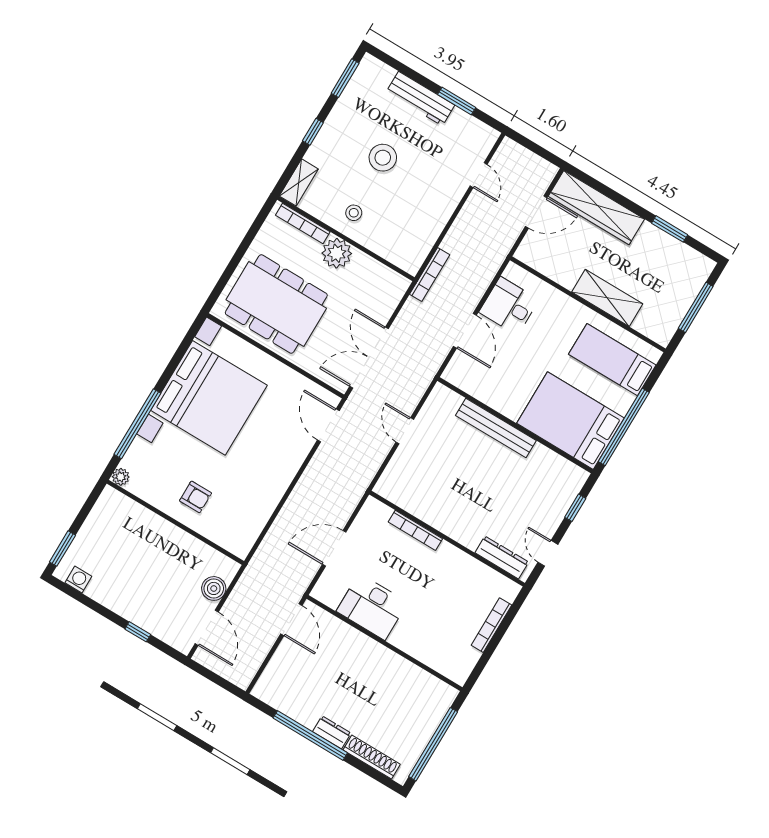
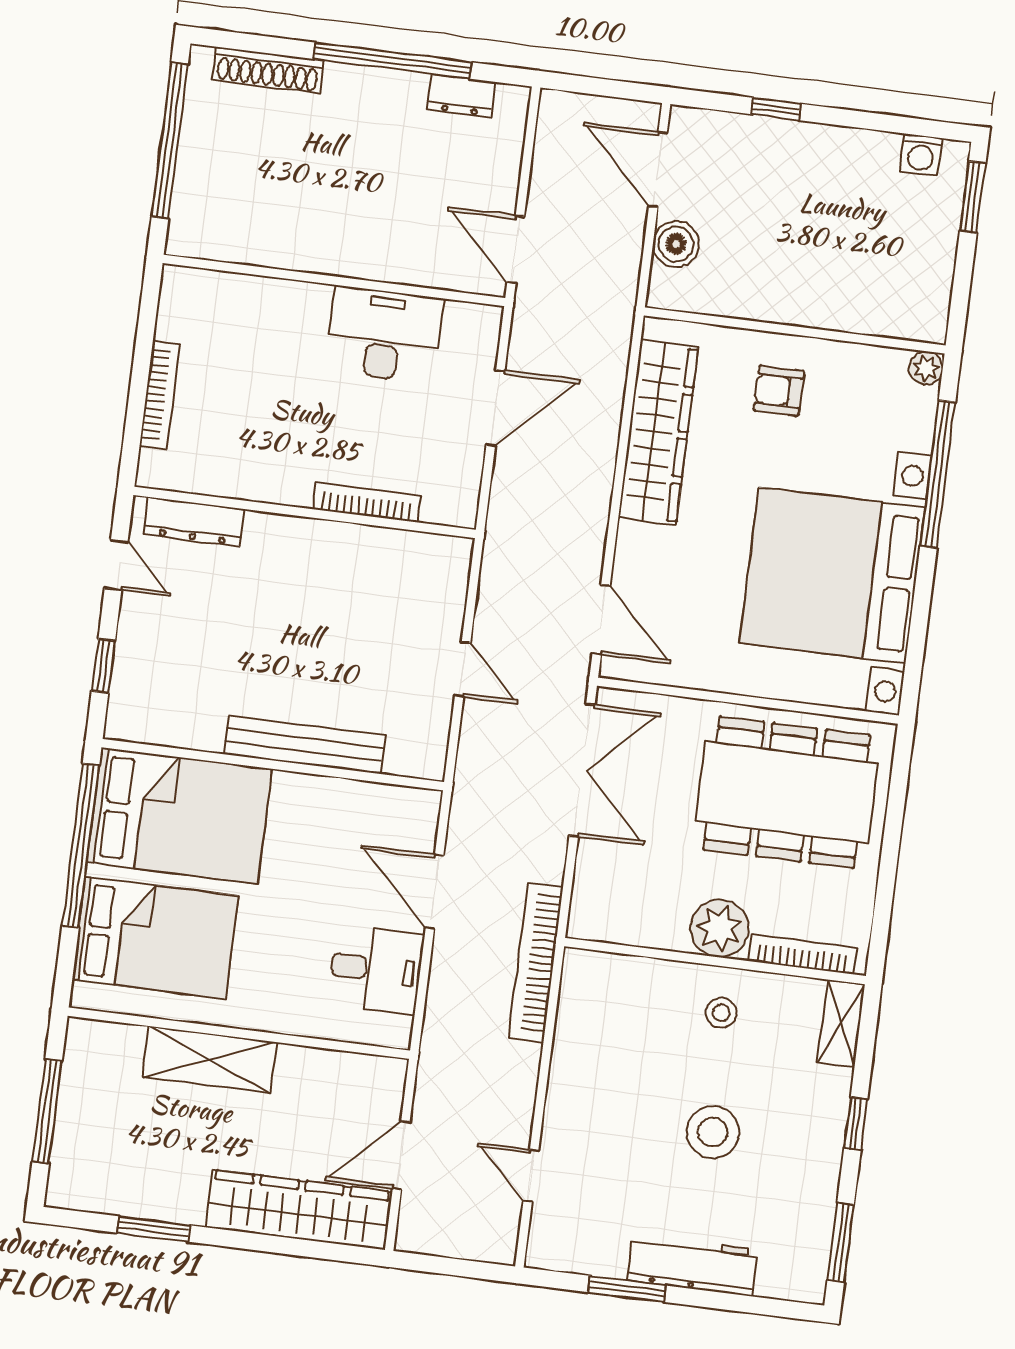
bookcase: (430, 275) -> (536, 962), width x1.48, depth x1.31
bed: (612, 360) -> (155, 938), width x1.50
wardrobe: (262, 503) -> (658, 432), added
dresser: (332, 732) -> (461, 96), moved

